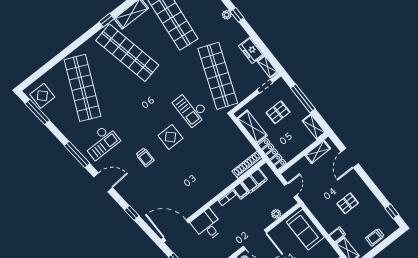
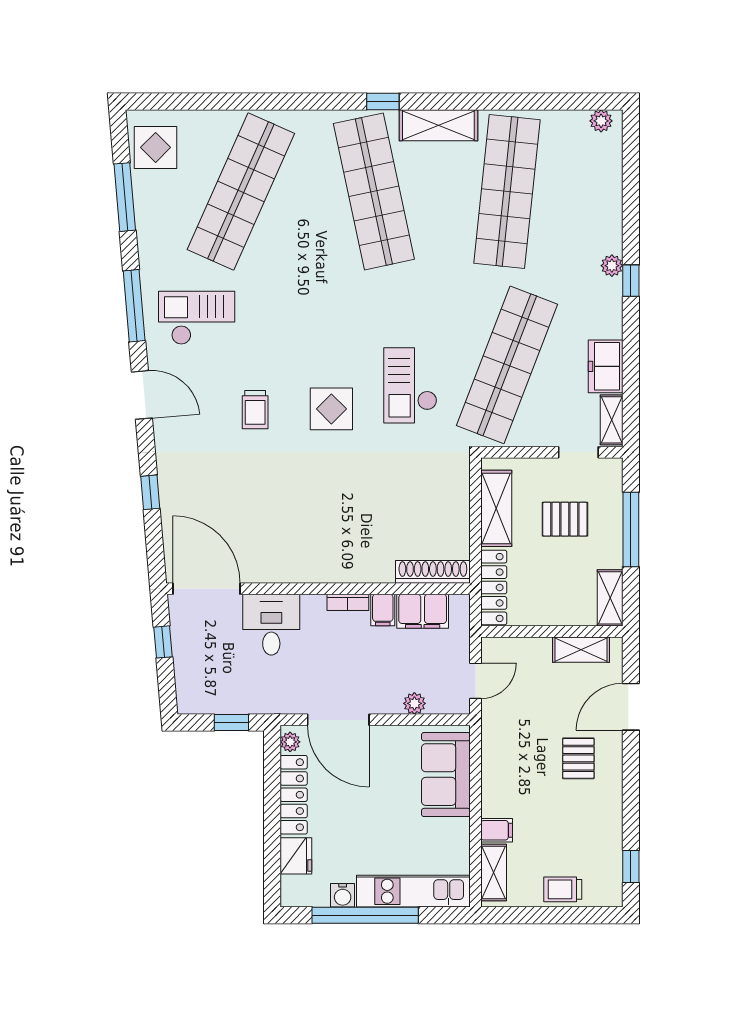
window: (37, 112) -> (125, 197), moved
checkout: (101, 142) -> (197, 318), turned 180
pallet: (348, 203) -> (578, 758), moved, turned 90

